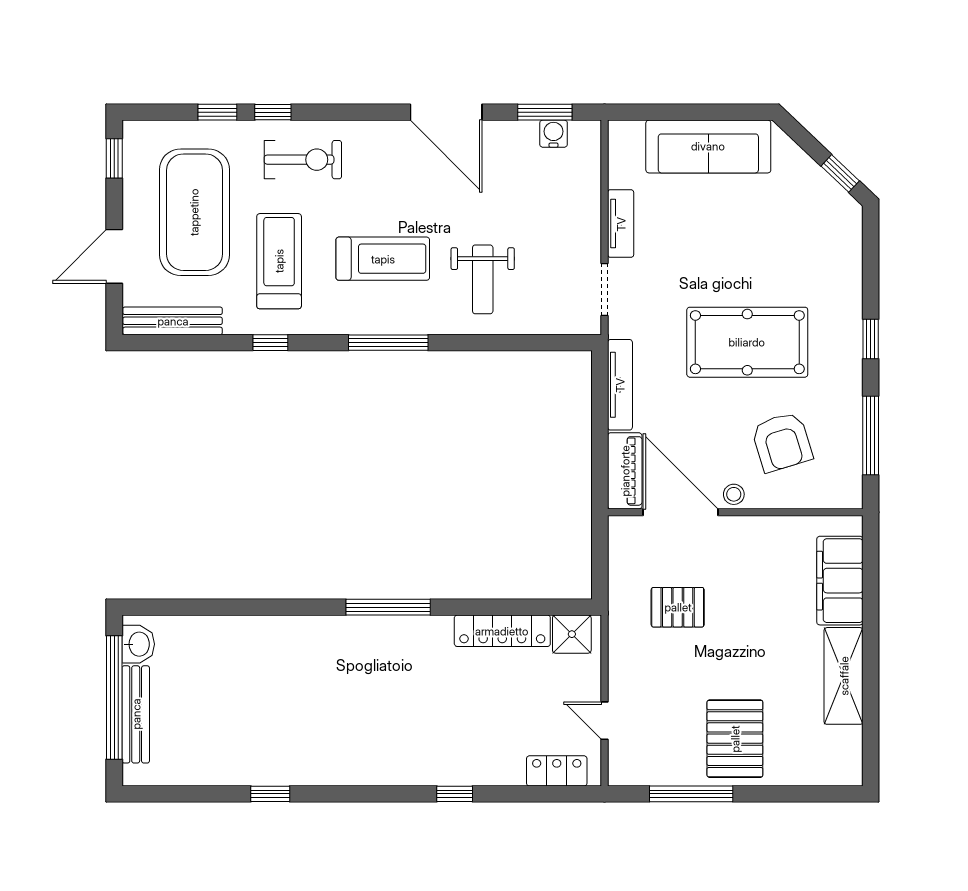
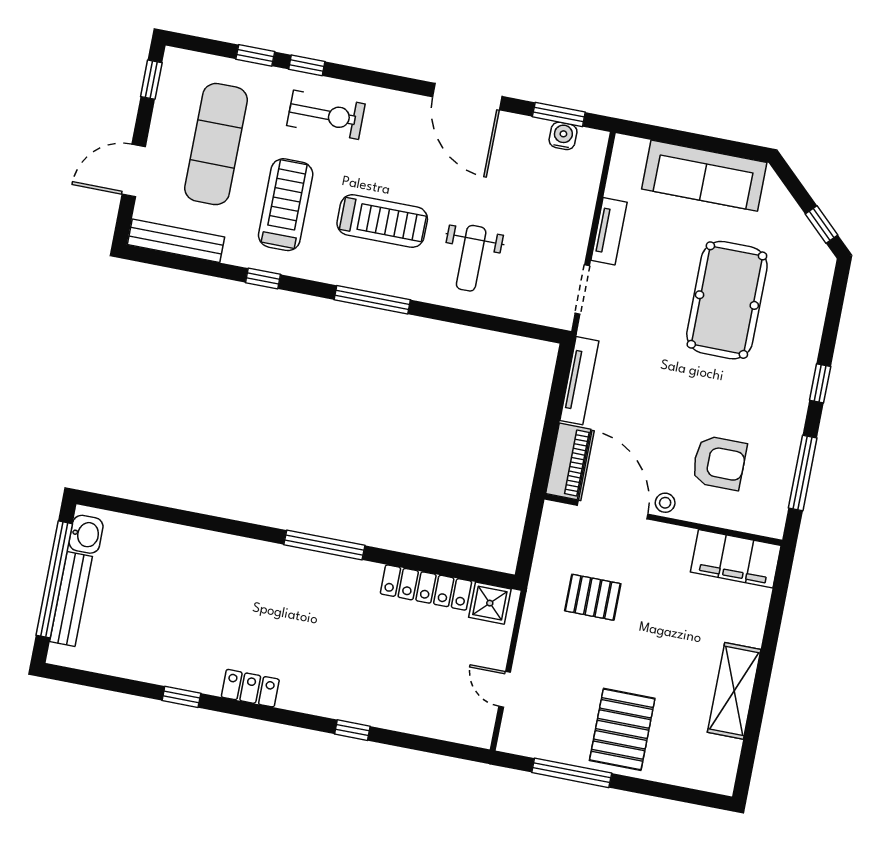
exercise mat: (194, 212) -> (216, 144), width x0.68
pool table: (747, 342) -> (727, 300), moved, turned 90
armchair: (782, 442) -> (719, 463), turned -73
filing cabinet: (840, 581) -> (736, 559), moved, turned -90
locker: (557, 771) -> (250, 688), moved

